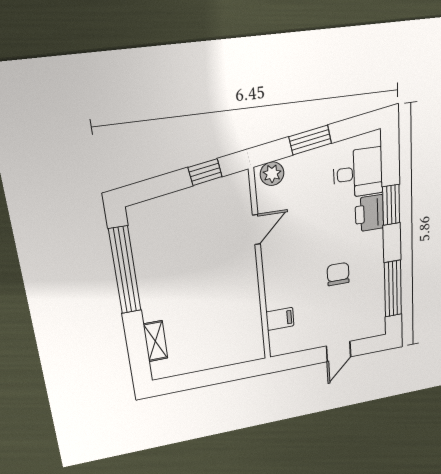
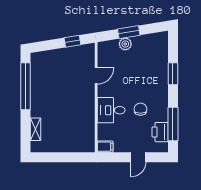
desk: (358, 173) -> (111, 110), moved, turned 180
plant: (272, 174) -> (125, 44), moved
printer: (369, 213) -> (160, 132), moved
filing cabinet: (280, 319) -> (105, 147), moved

